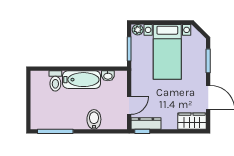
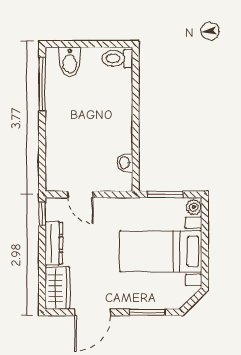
bathtub: (82, 80) -> (119, 123), removed
toilet: (55, 81) -> (117, 58), moved
bidet: (94, 119) -> (70, 62), moved, turned 90
dresser: (146, 123) -> (54, 243), moved

